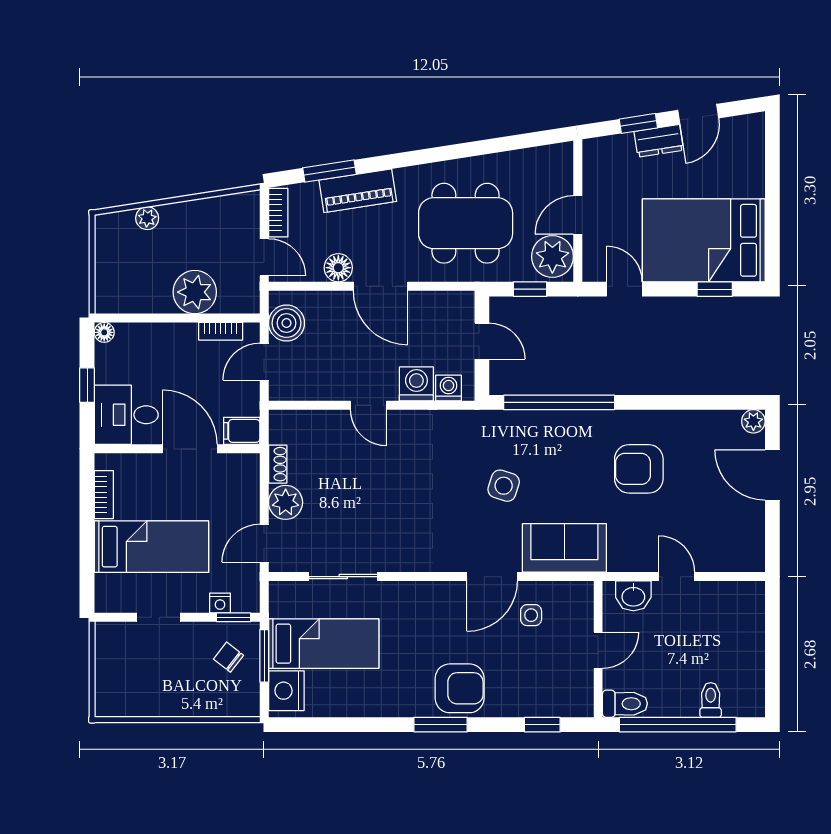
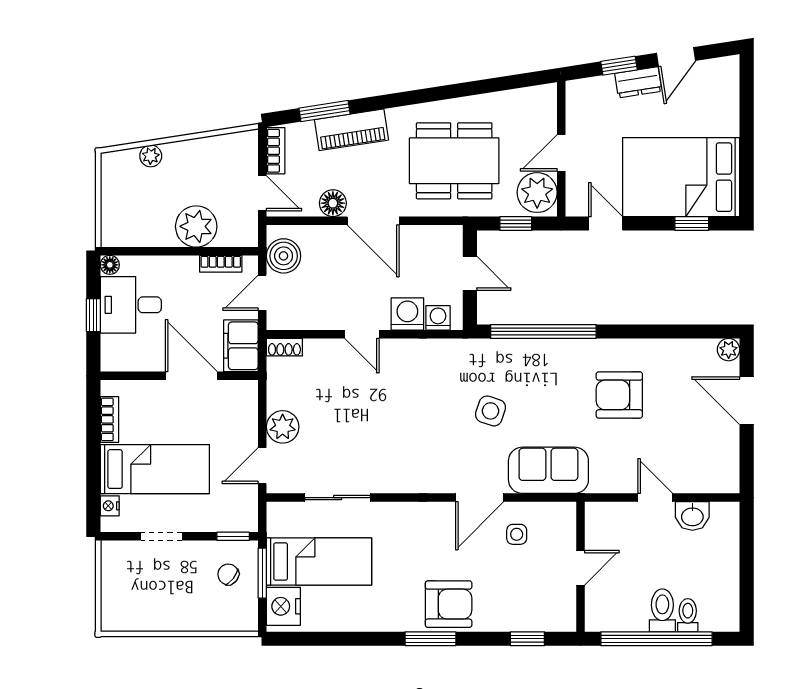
desk: (126, 415) -> (131, 305), moved
filing cabinet: (242, 431) -> (241, 346), width x2.00
shoe rack: (278, 464) -> (284, 347), moved, turned 90
washbasin: (633, 596) -> (692, 516), moved
nightstand: (220, 603) -> (110, 506), moved, turned 90
toilet: (625, 704) -> (662, 610), moved, turned -90

